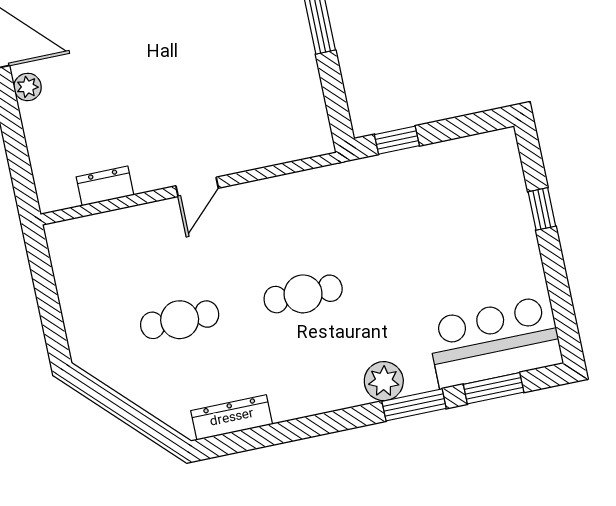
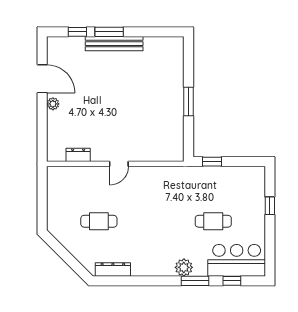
cafe table: (303, 294) -> (213, 221), moved
window: (494, 388) -> (232, 281), width x0.67

